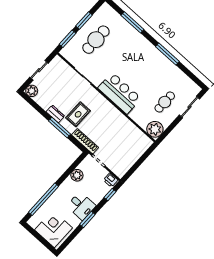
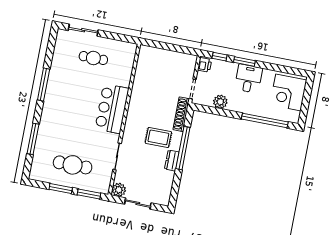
plant: (32, 91) -> (119, 190), moved
window: (60, 128) -> (183, 148), width x1.46
plant: (155, 129) -> (127, 51), removed
window: (87, 220) -> (244, 61), moved

